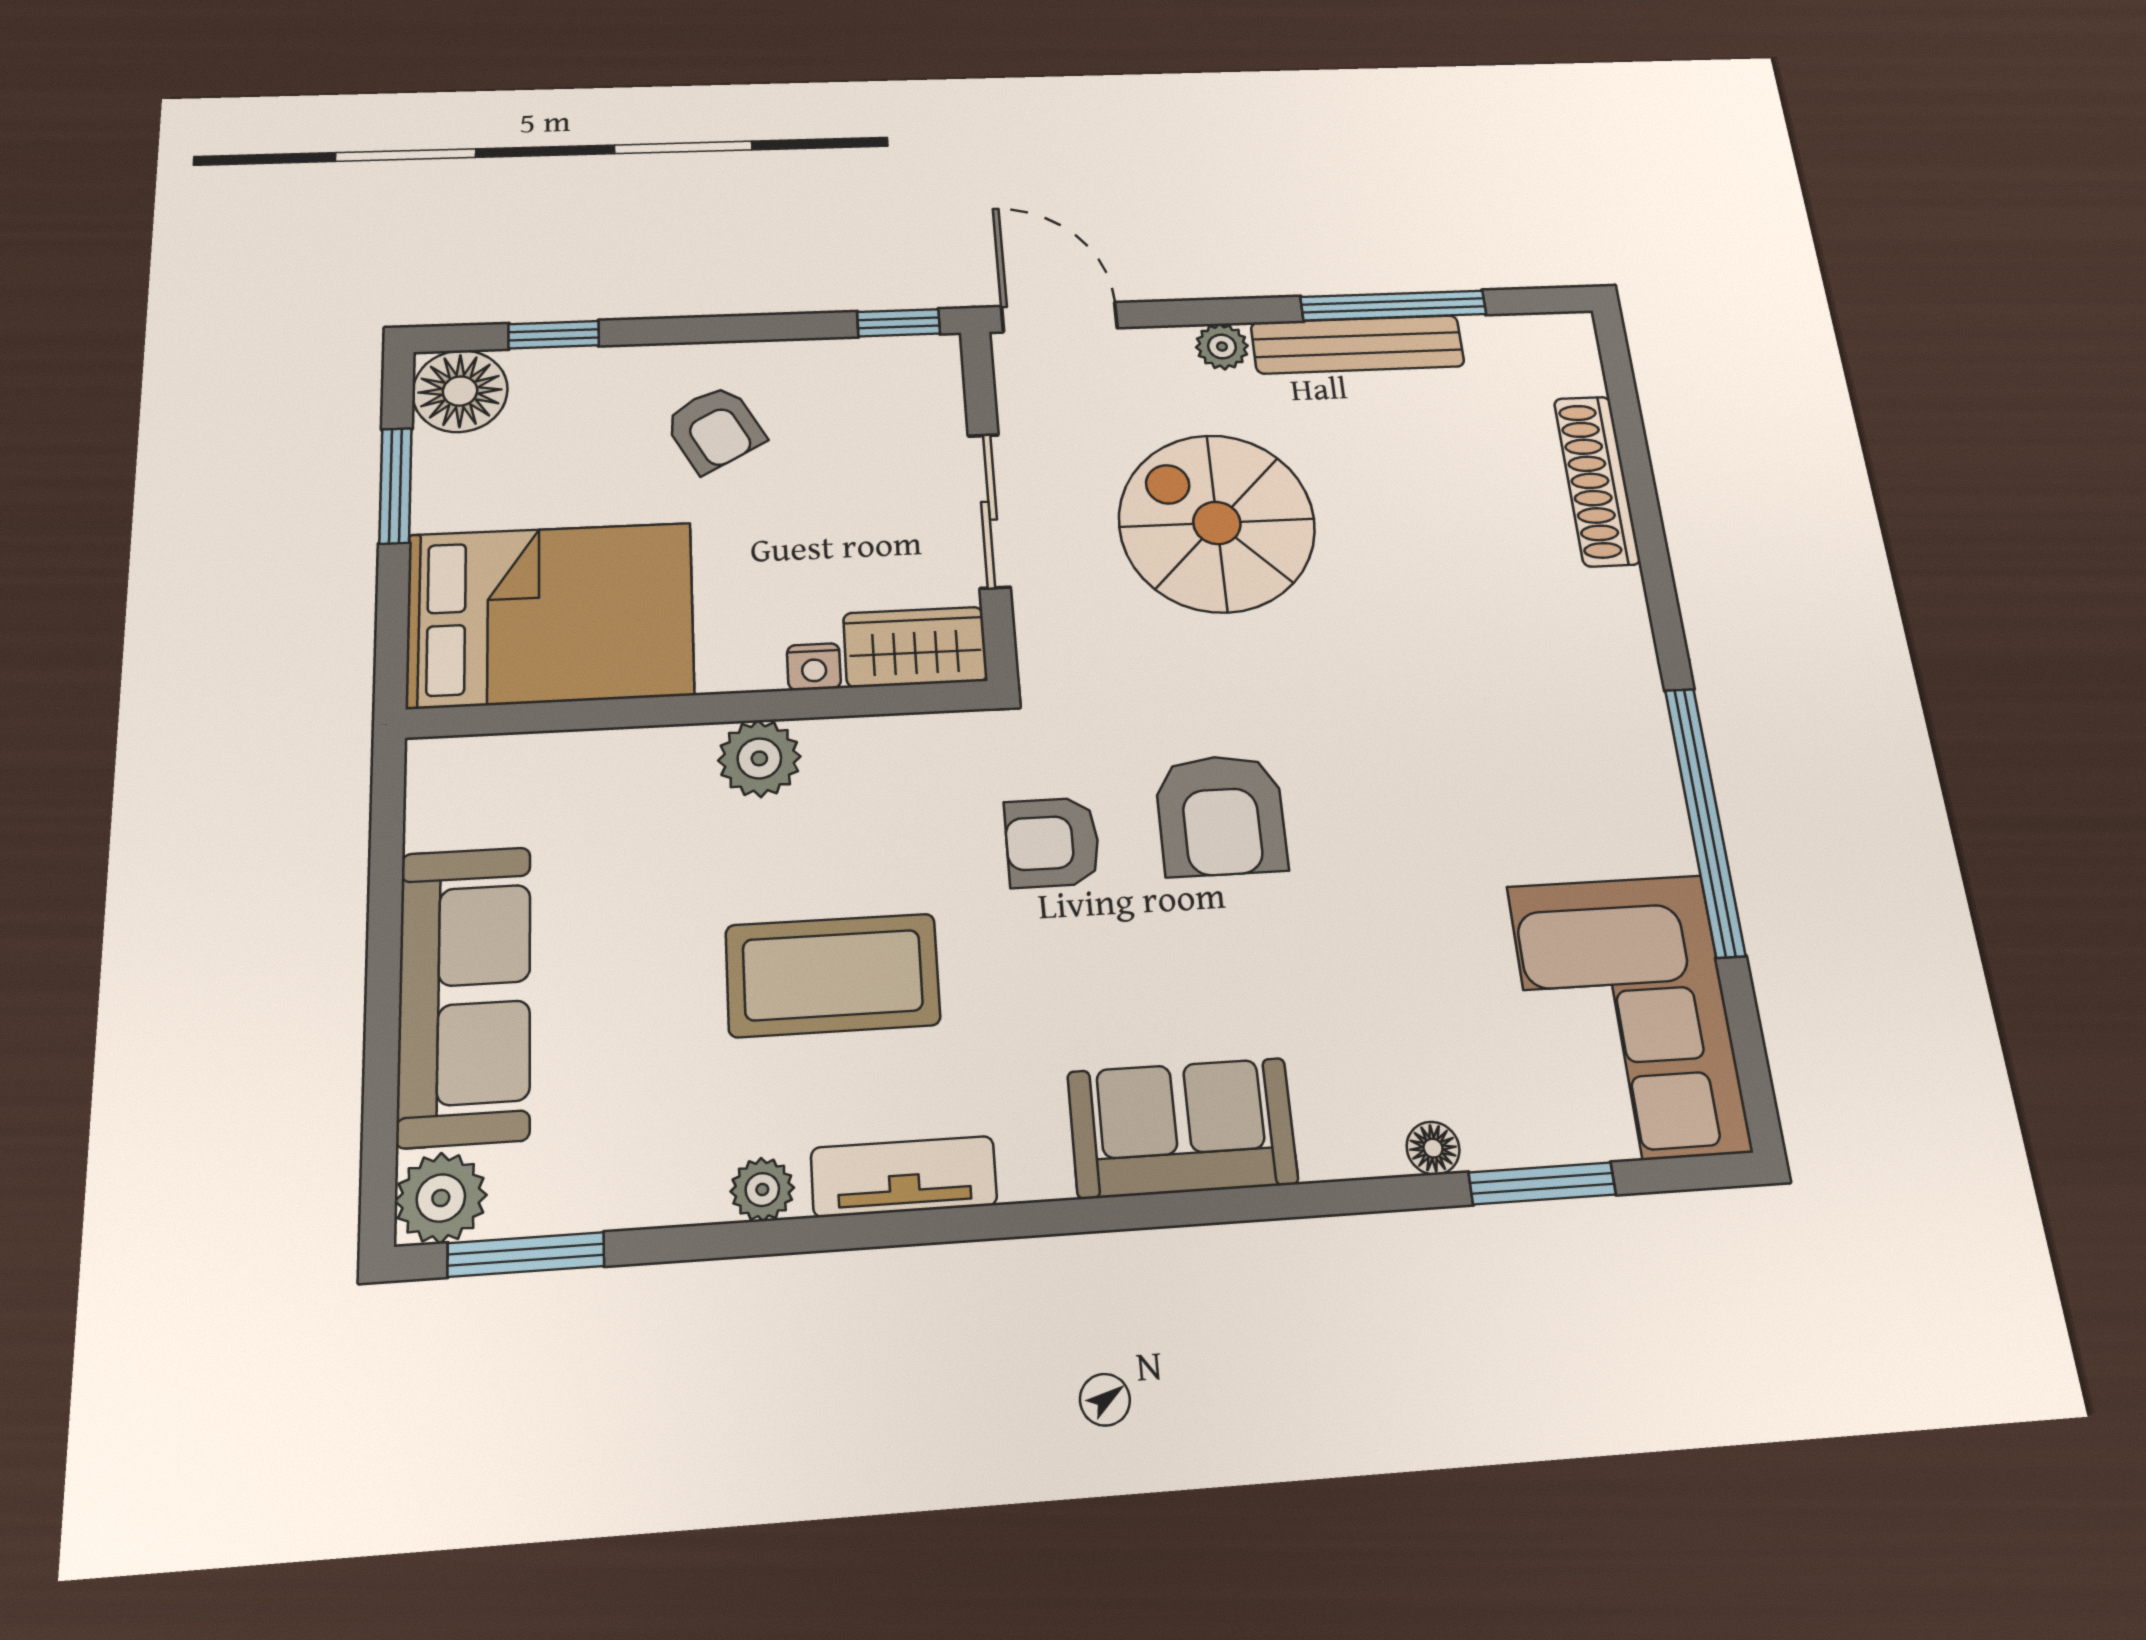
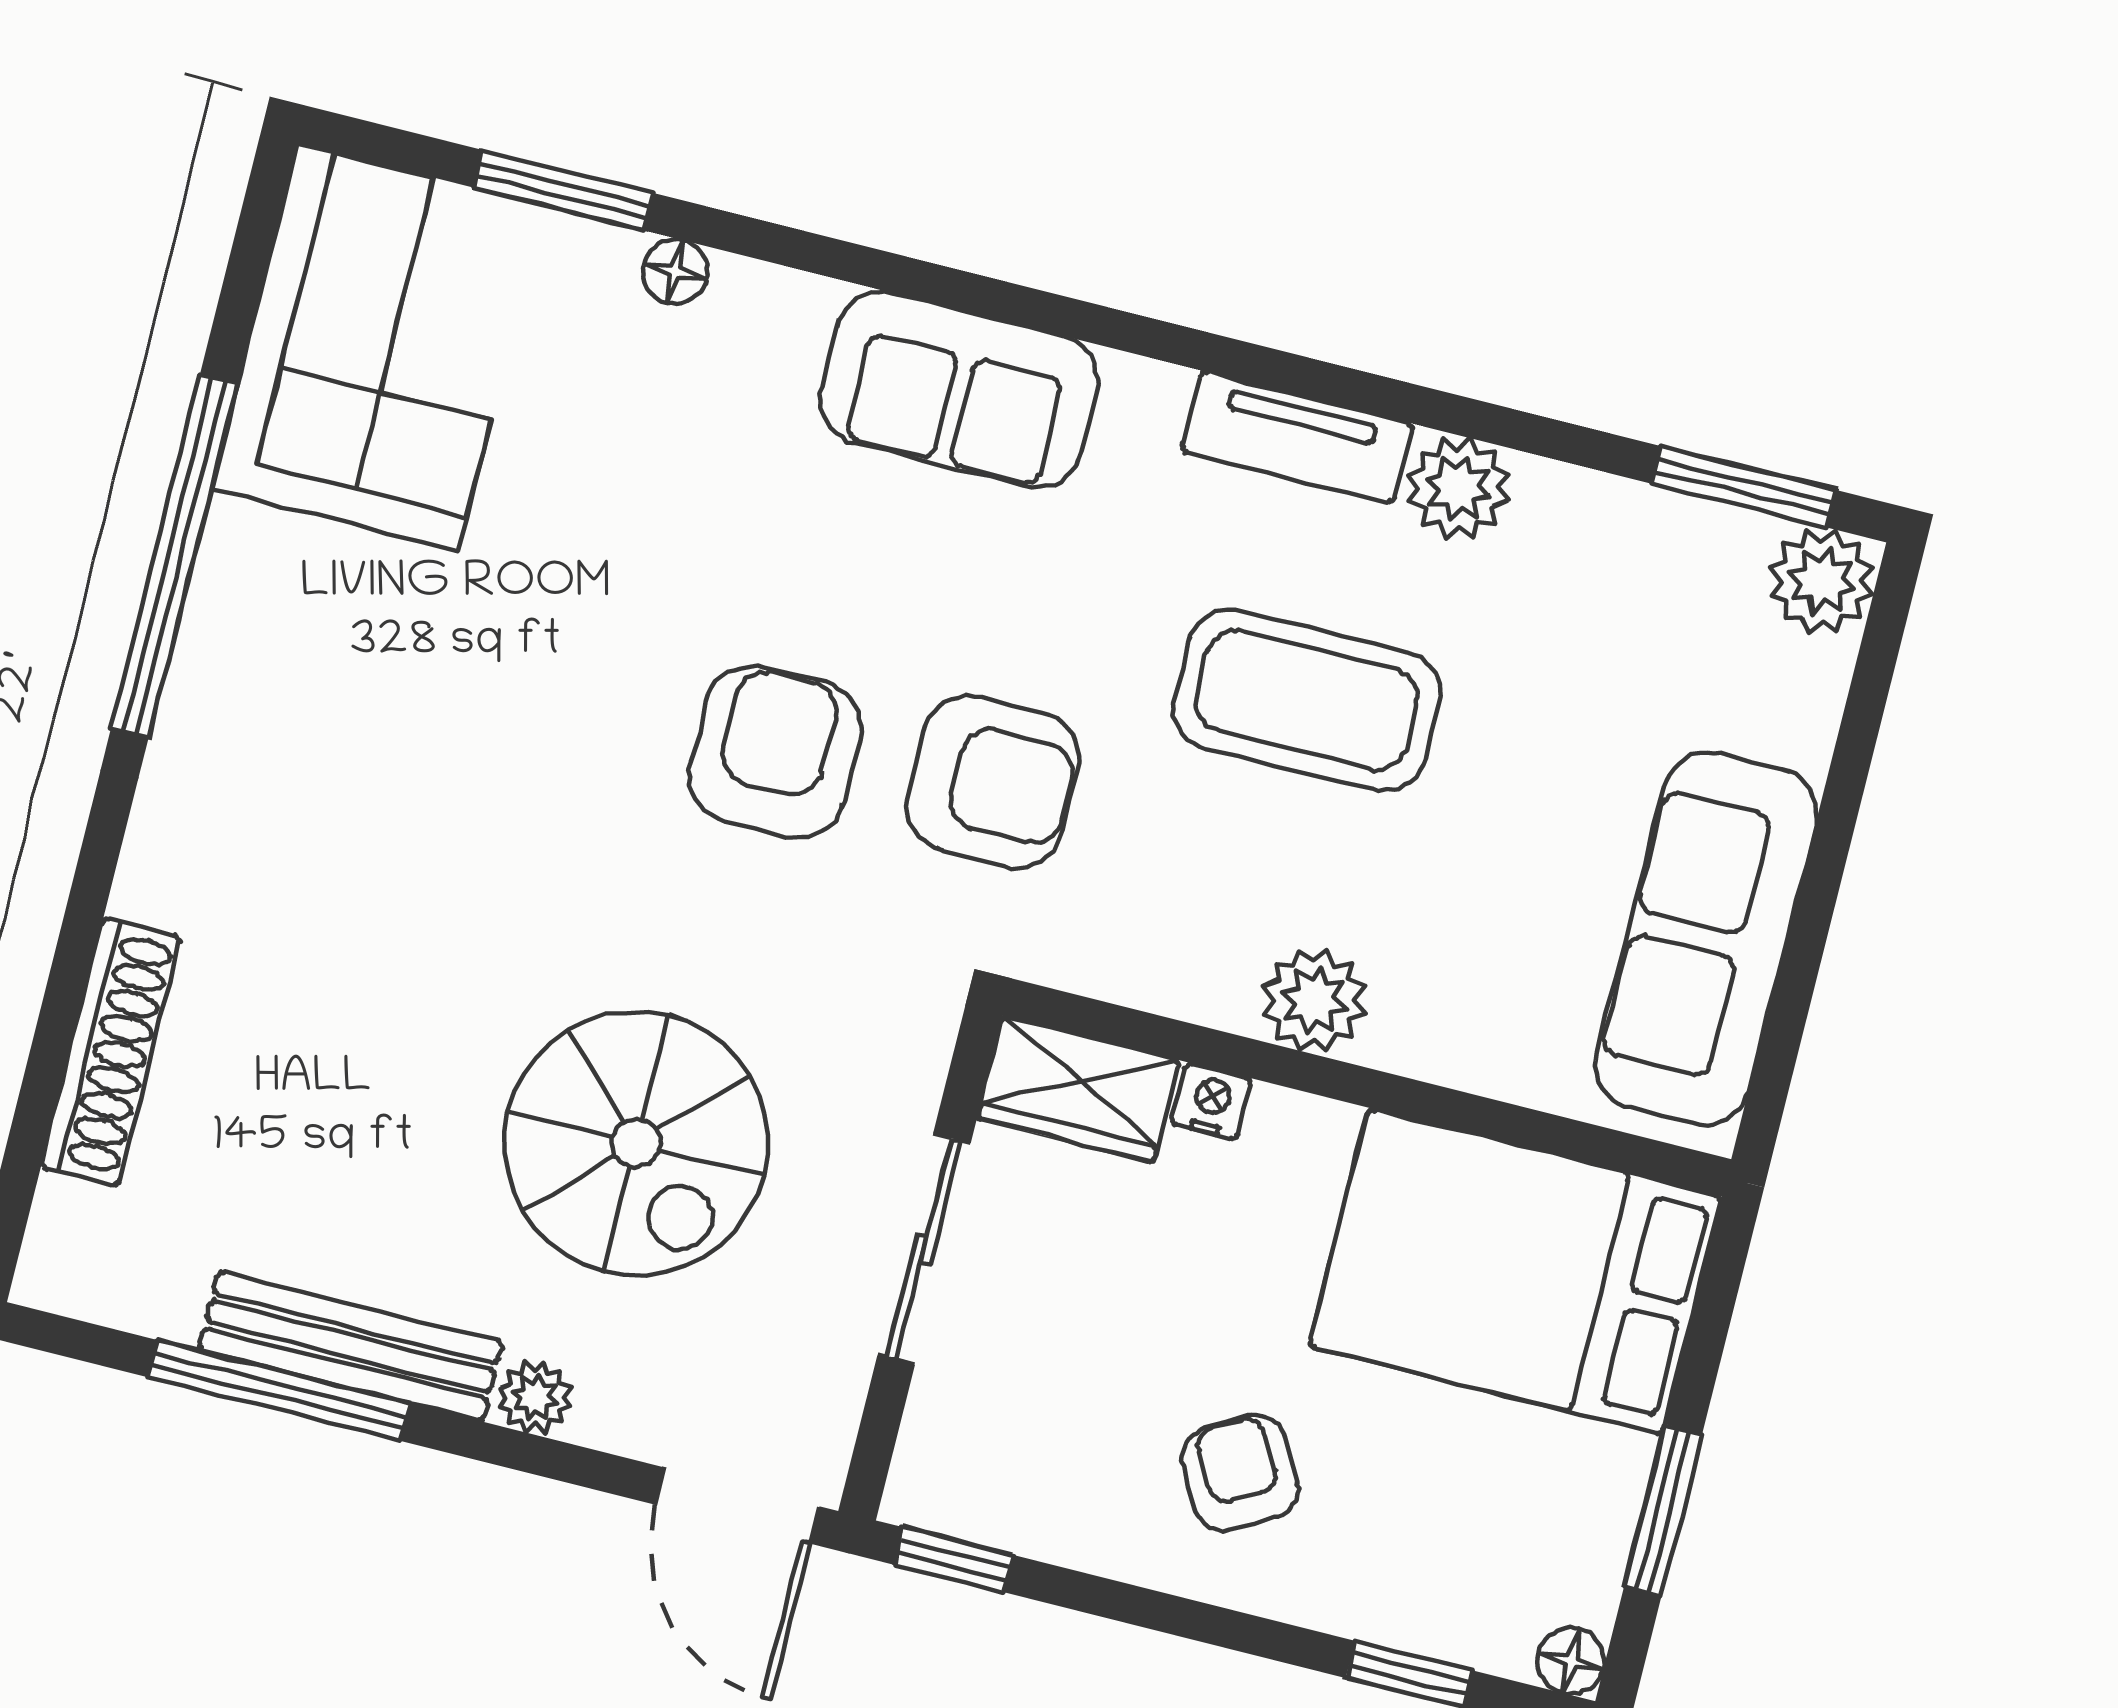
floor lamp: (460, 391) -> (1571, 1661), width x0.53, depth x0.53
armchair: (1052, 843) -> (993, 782), width x1.38, depth x1.38
sofa: (465, 995) -> (1706, 939), moved
plant: (762, 1190) -> (1458, 488), width x1.38, depth x1.38

